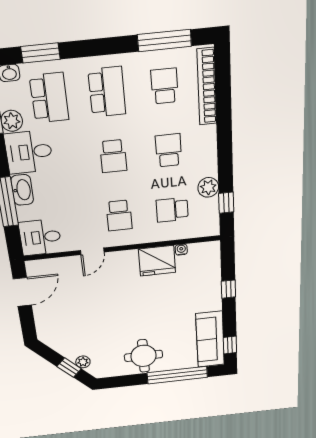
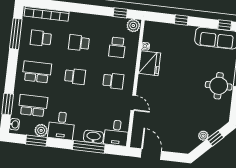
plant: (208, 187) -> (133, 26), moved
washbasin: (22, 190) -> (93, 137), moved
plant: (83, 362) -> (203, 136), moved

